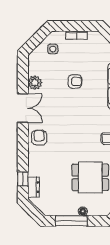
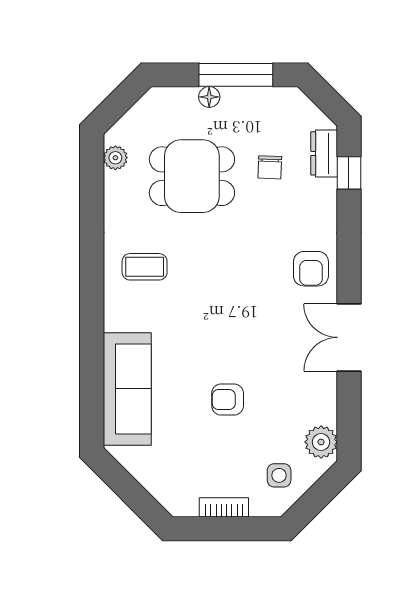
plant: (35, 83) -> (321, 442), moved
chair: (57, 181) -> (270, 167), added

